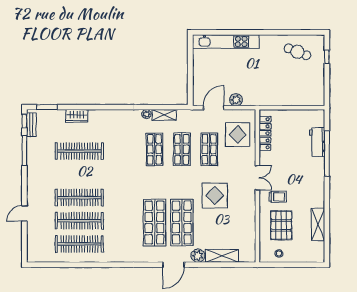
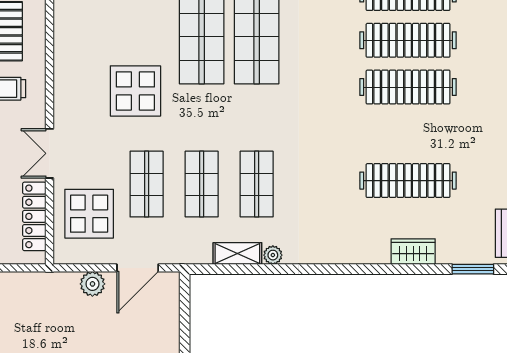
double door: (257, 178) -> (49, 153), moved

